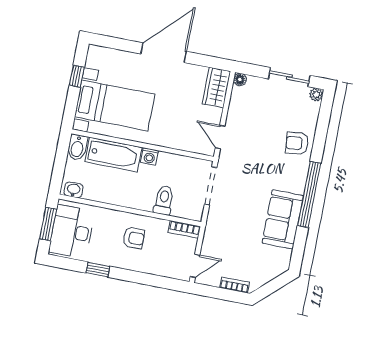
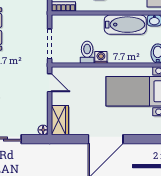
bathtub: (113, 155) -> (125, 25), moved, turned 180
toilet: (164, 200) -> (87, 52), moved, turned 180

